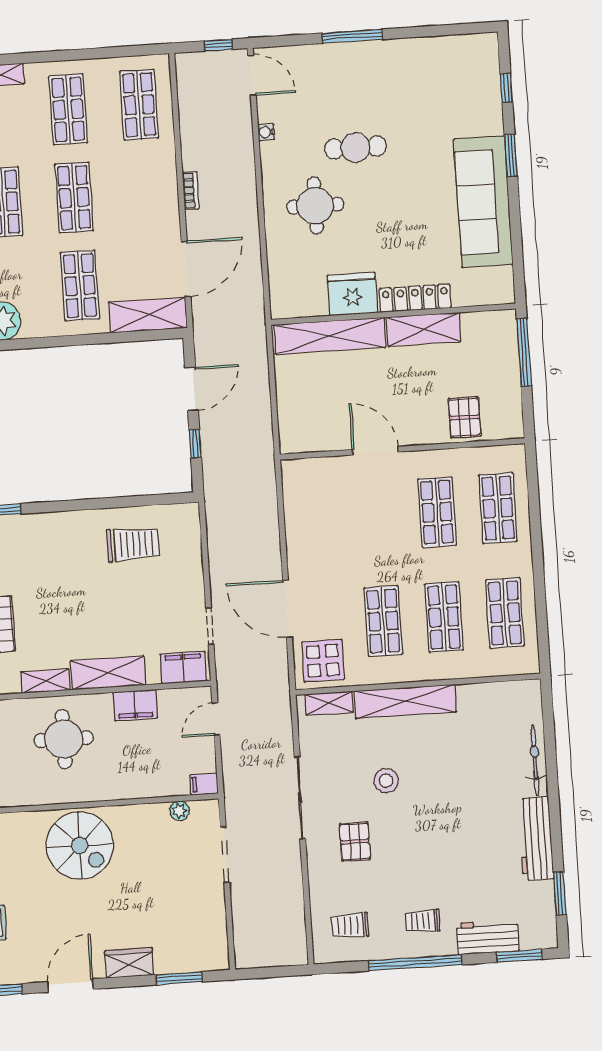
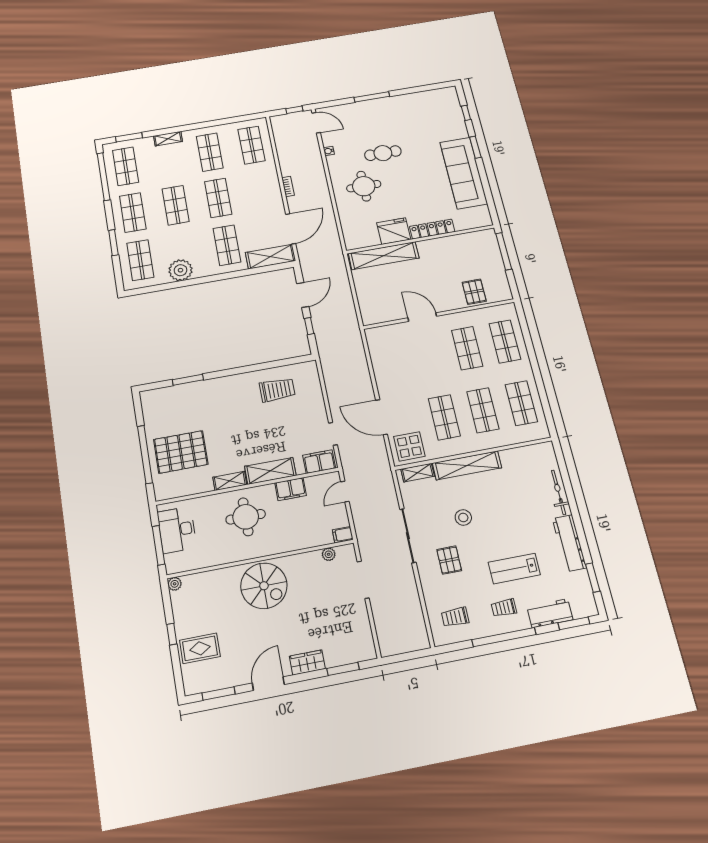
shelving: (423, 329) -> (440, 246), removed
lab bench: (448, 866) -> (514, 569), added

